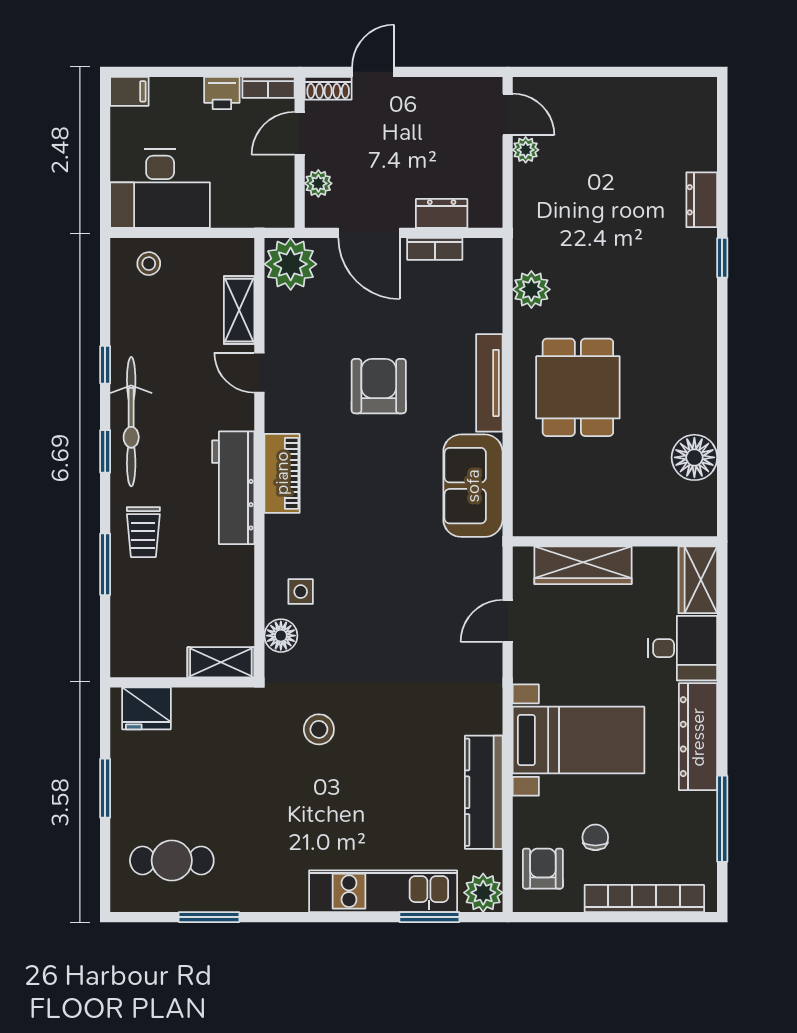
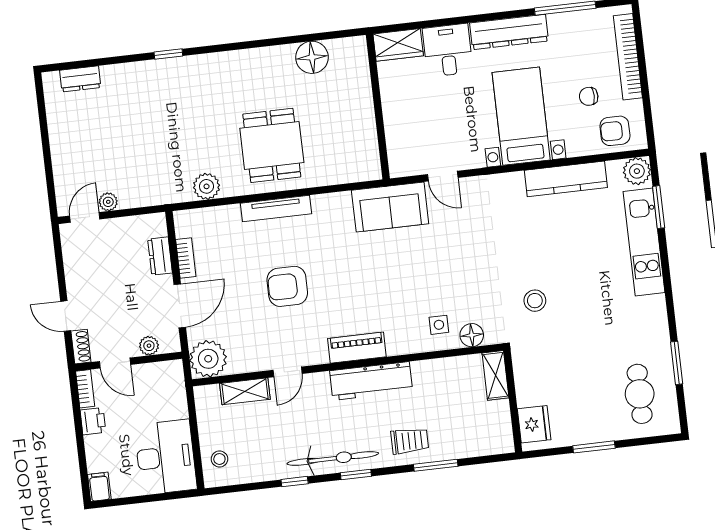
dresser: (702, 200) -> (80, 79), moved
dining table: (578, 387) -> (272, 145), turned 90
sofa: (473, 486) -> (390, 207), moved
wardrobe: (583, 565) -> (397, 127), removed

